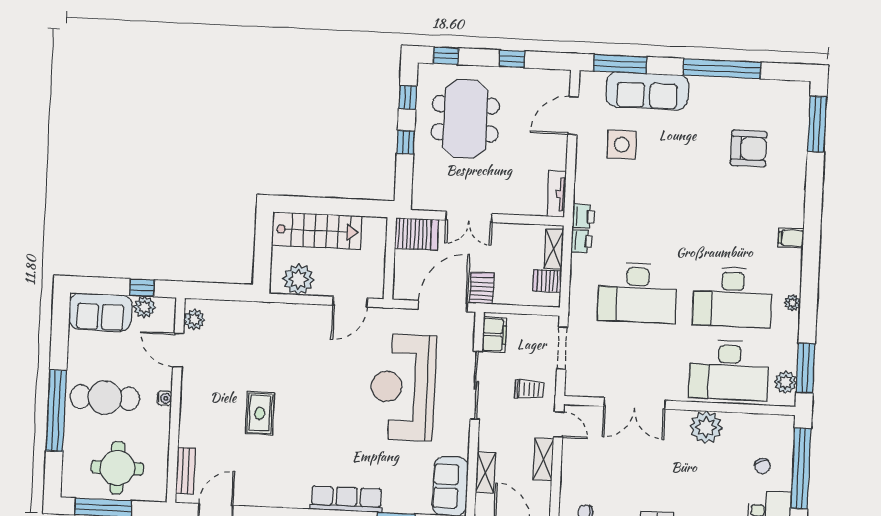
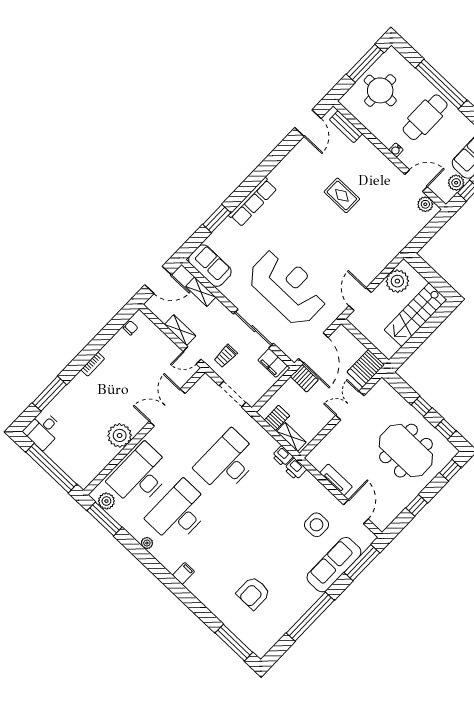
tv unit: (557, 194) -> (336, 480), moved
chair: (762, 466) -> (71, 448), removed

